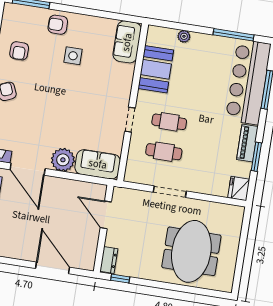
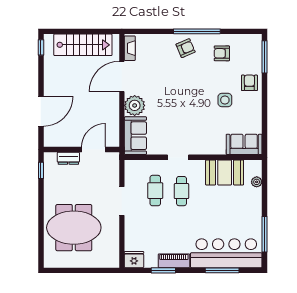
plant: (184, 36) -> (257, 182), moved
dresser: (109, 260) -> (68, 158), moved

